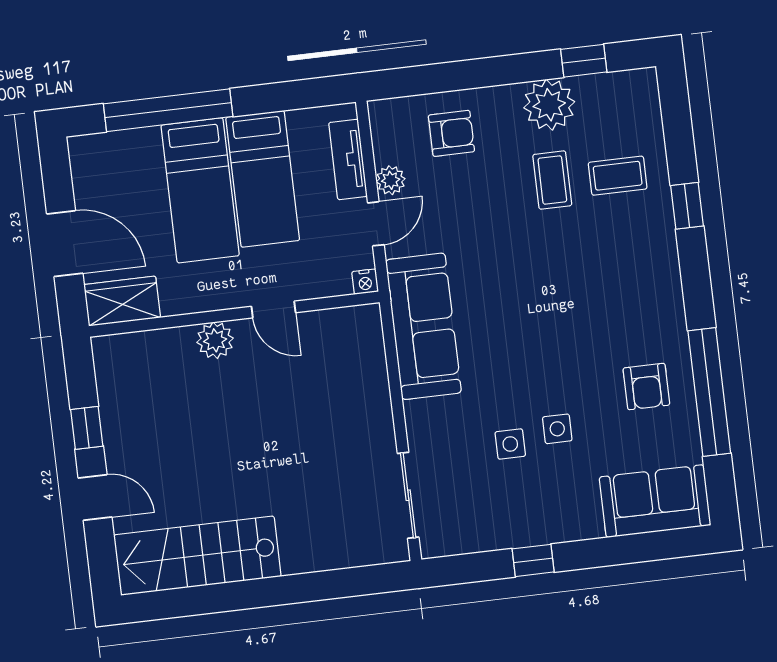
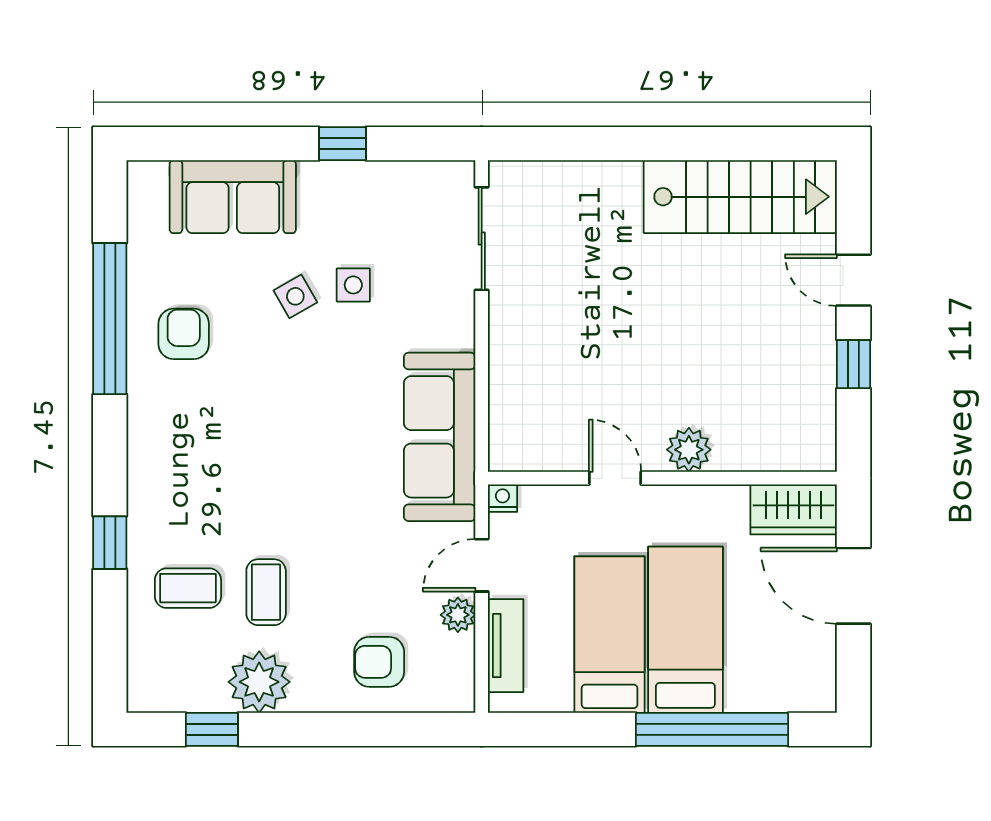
side table: (557, 429) -> (295, 296), turned -30
sofa: (655, 501) -> (233, 197), moved

